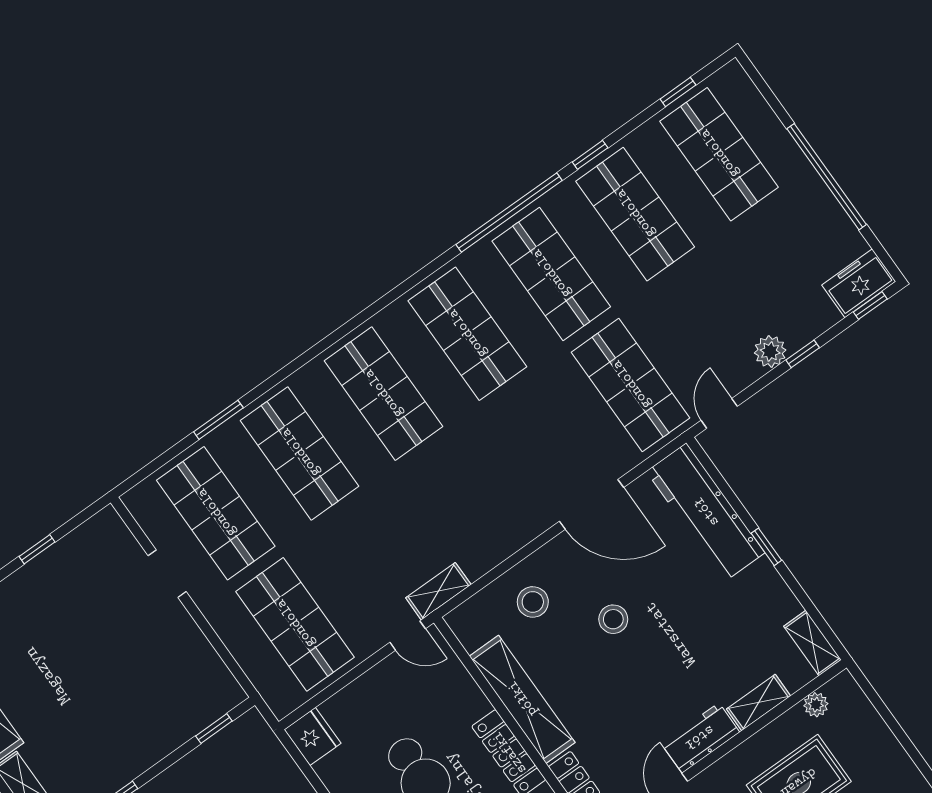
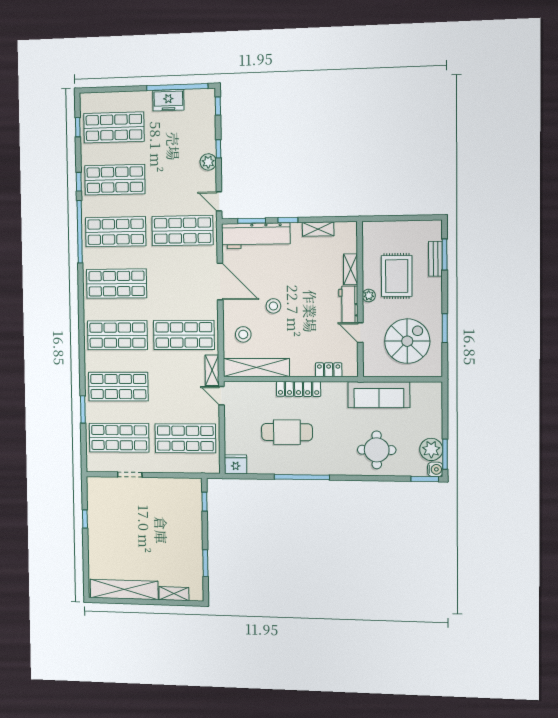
window: (827, 177) -> (177, 87), moved
freezer: (859, 283) -> (168, 100), moved, turned -90
window: (725, 488) -> (252, 221), added
door: (591, 504) -> (220, 282), hinge flipped
shop shelf: (463, 505) -> (184, 335), added
door: (408, 636) -> (221, 396), swing flipped
shelving: (813, 643) -> (318, 229), moved
shelving: (522, 699) -> (256, 368), moved
plant: (816, 705) -> (369, 296), moved

